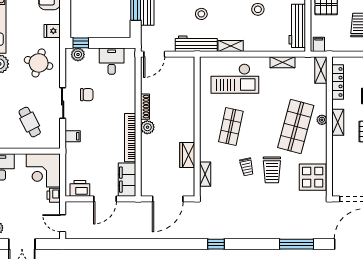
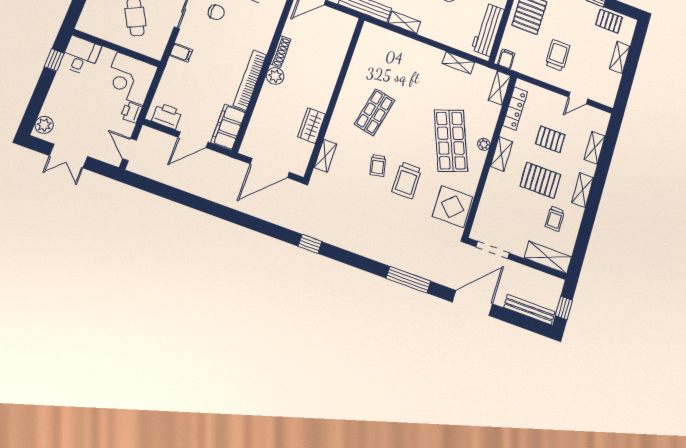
checkout: (235, 79) -> (397, 60), removed
shop shelf: (296, 126) -> (451, 141), turned -36

